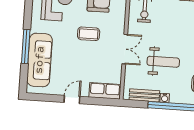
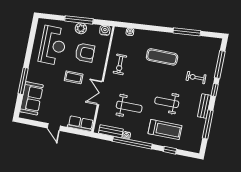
double door: (125, 49) -> (100, 93), swing flipped
sofa: (40, 60) -> (31, 98), width x0.73
door: (72, 99) -> (54, 127), swing flipped

